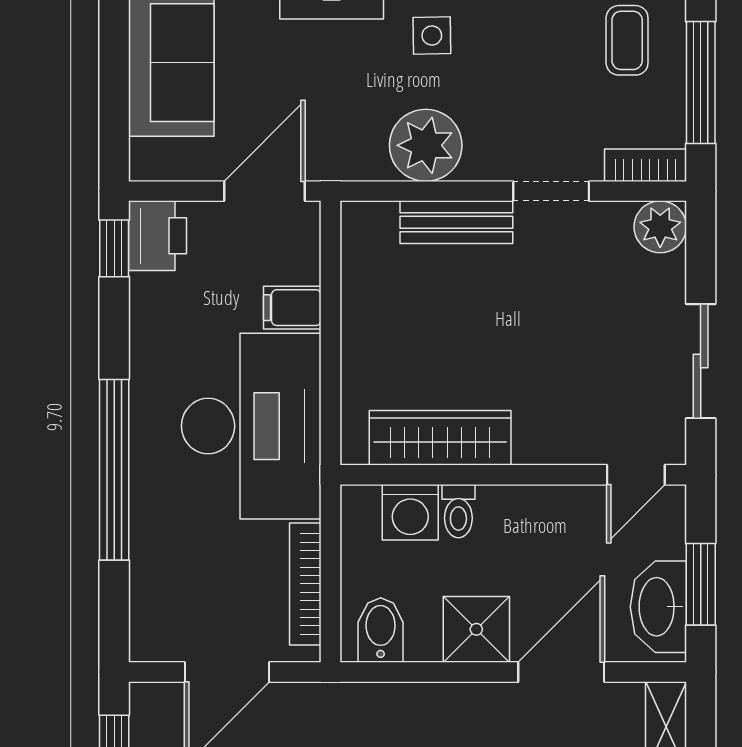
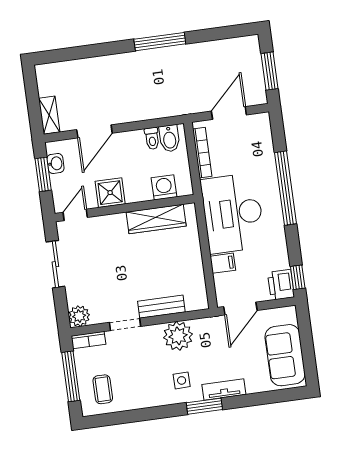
toilet: (458, 511) -> (152, 138), moved, turned 180
washbasin: (658, 607) -> (55, 163), width x0.52, depth x0.69
shower: (476, 629) -> (110, 193), moved

